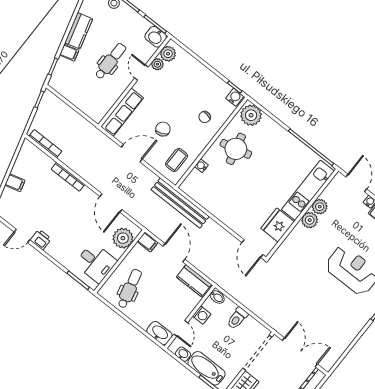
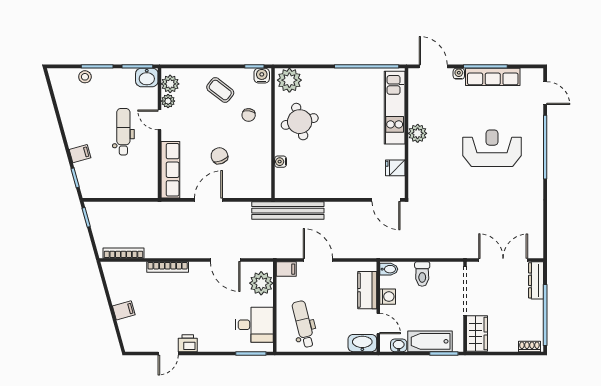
kitchen counter: (79, 31) -> (73, 127), removed
coffee table: (177, 160) -> (220, 90), moved, turned -52
plant: (320, 207) -> (417, 114), removed
fridge: (278, 225) -> (395, 168), width x0.53, depth x0.75
kitchen counter: (194, 281) -> (367, 290), moved, turned 90

